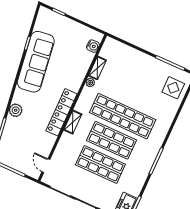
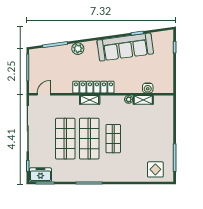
water cooler: (93, 46) -> (148, 88), moved
shop shelf: (123, 116) -> (113, 139), width x0.50, depth x0.74

